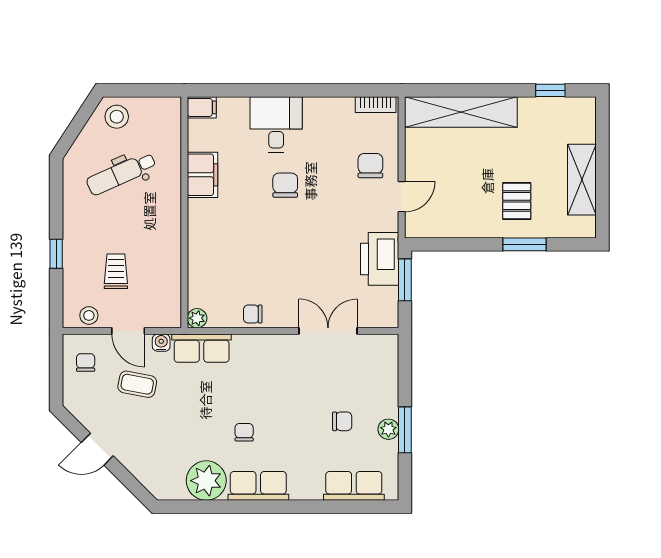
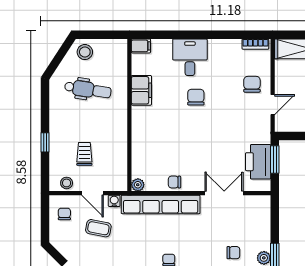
dental chair: (121, 174) -> (88, 90), turned -147
printer: (380, 259) -> (258, 162), moved
row of seats: (202, 348) -> (161, 204), width x2.02

